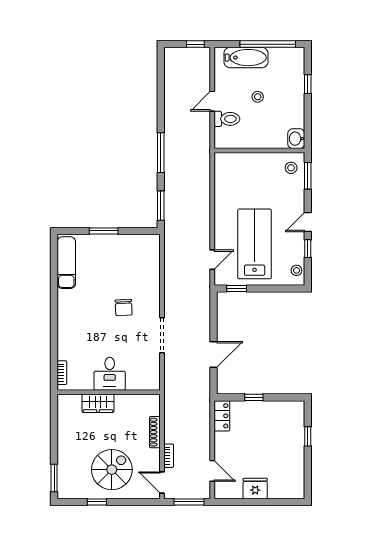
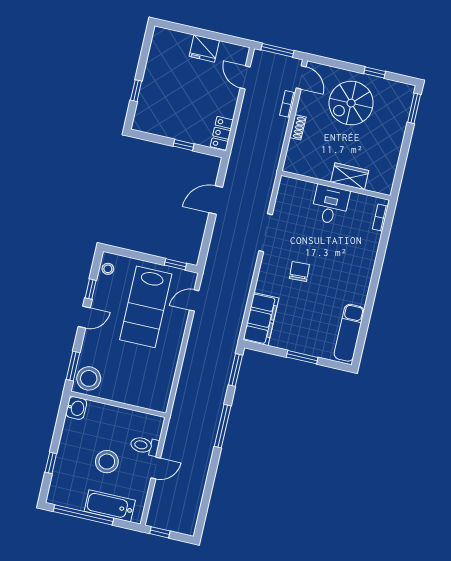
stool: (258, 97) -> (107, 462), width x1.89, depth x1.89
stool: (291, 168) -> (89, 378), width x1.89, depth x1.89
filing cabinet: (148, 257) -> (261, 319), added
shoe rack: (155, 432) -> (298, 127), width x0.70

